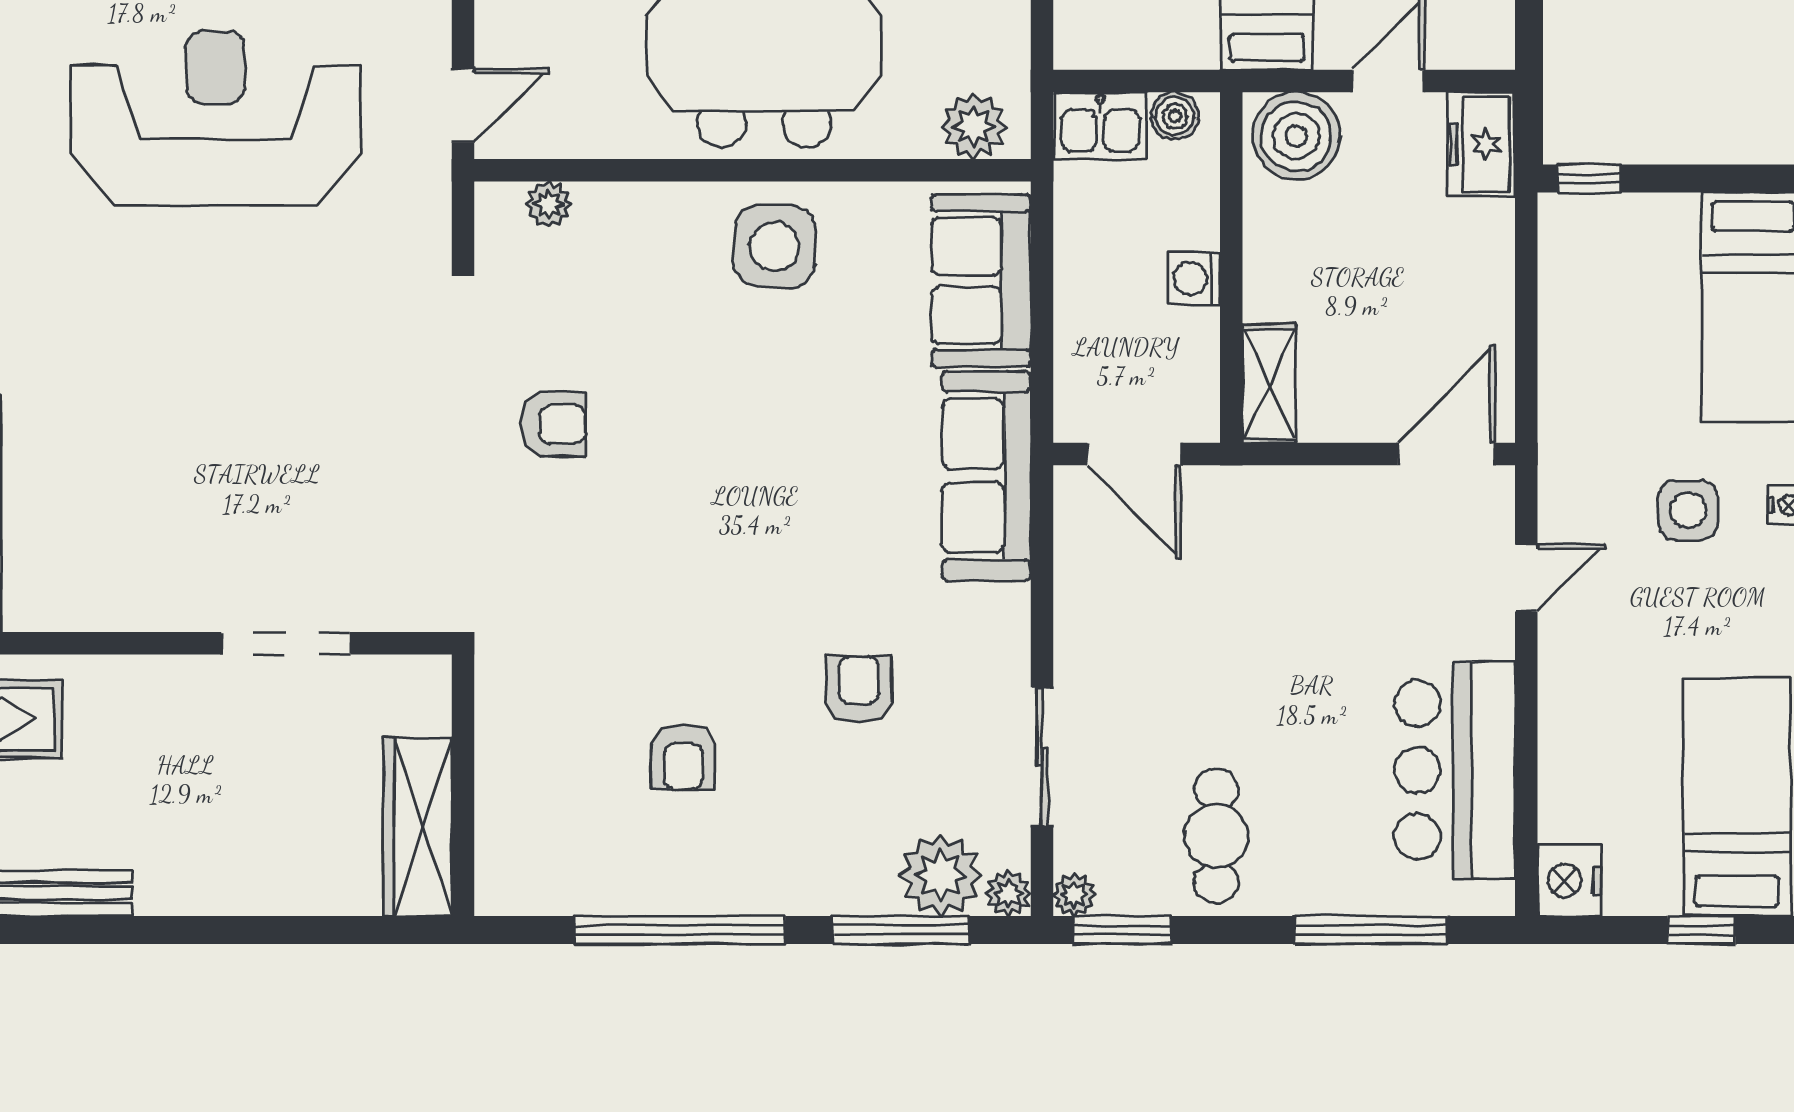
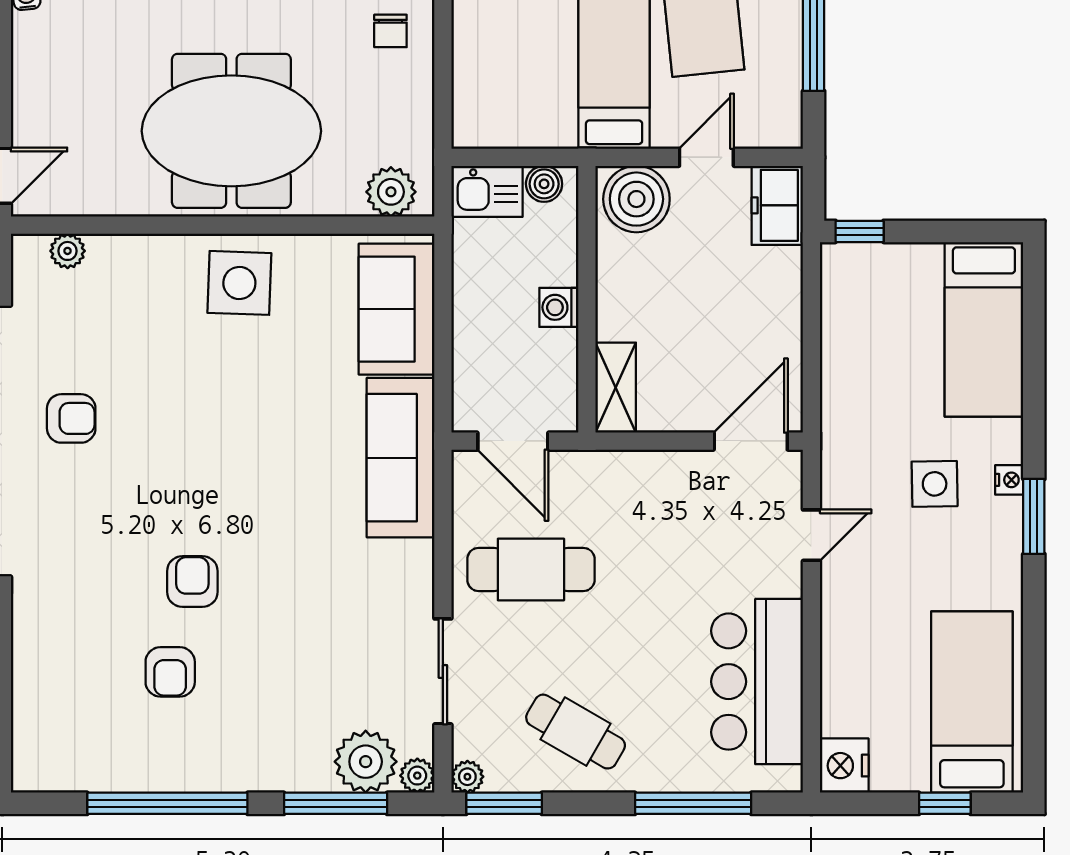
cafe table: (1158, 623) -> (531, 569), added
armchair: (859, 689) -> (192, 582), moved
cafe table: (1216, 836) -> (576, 732), turned -60

